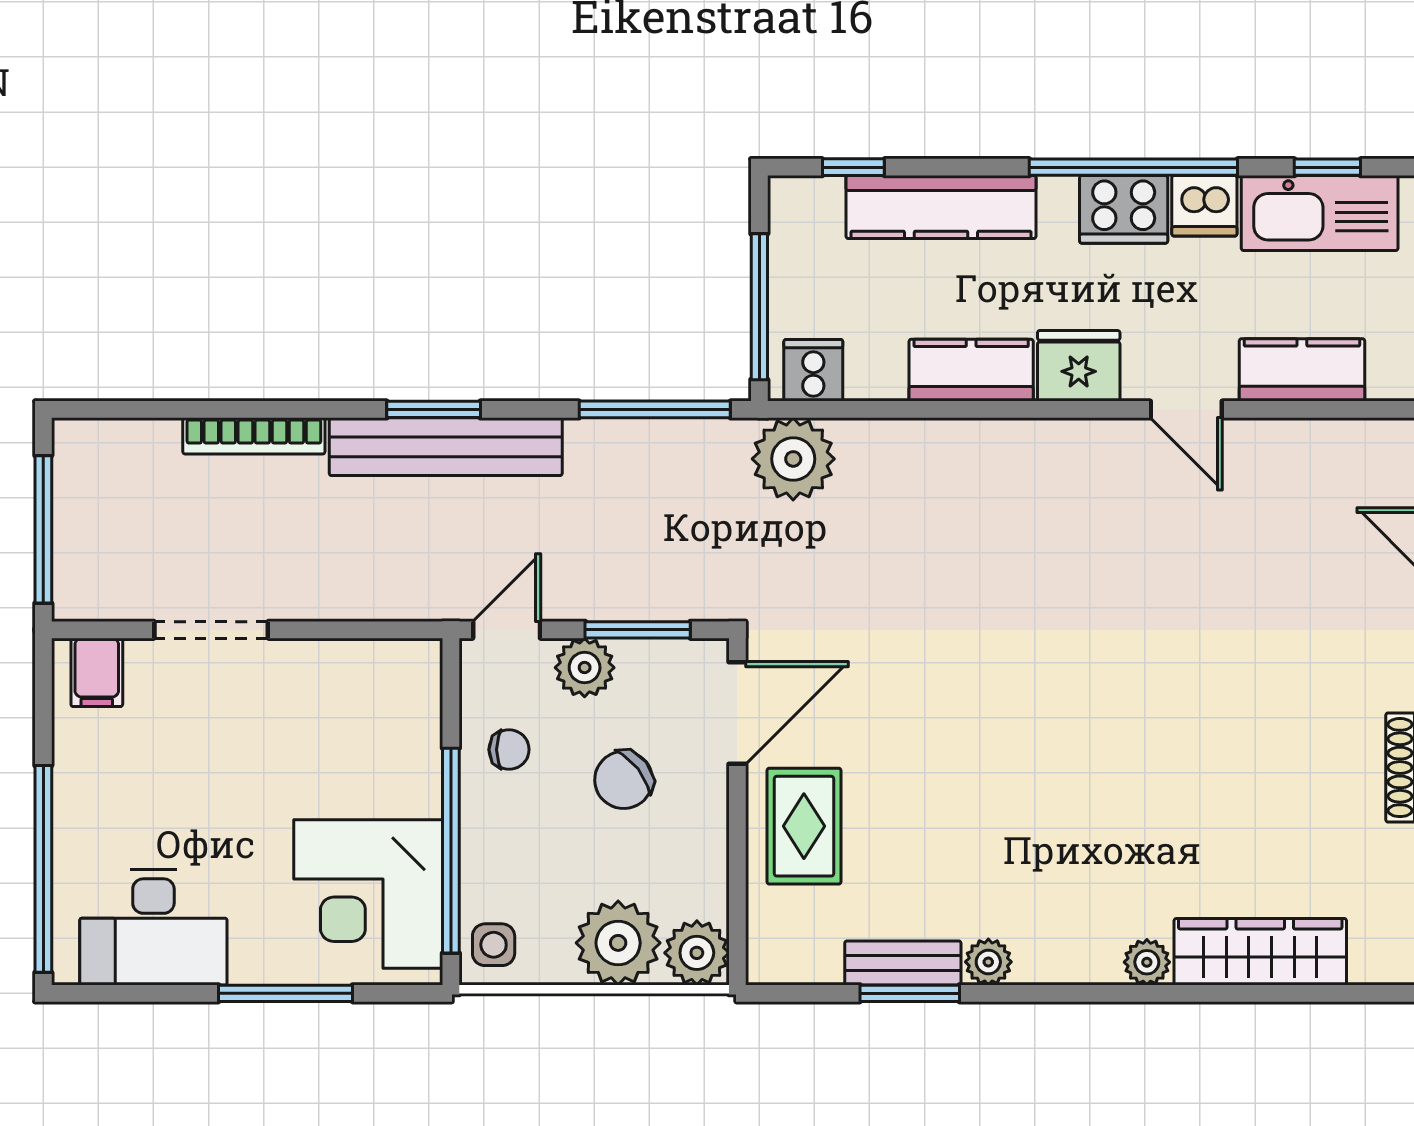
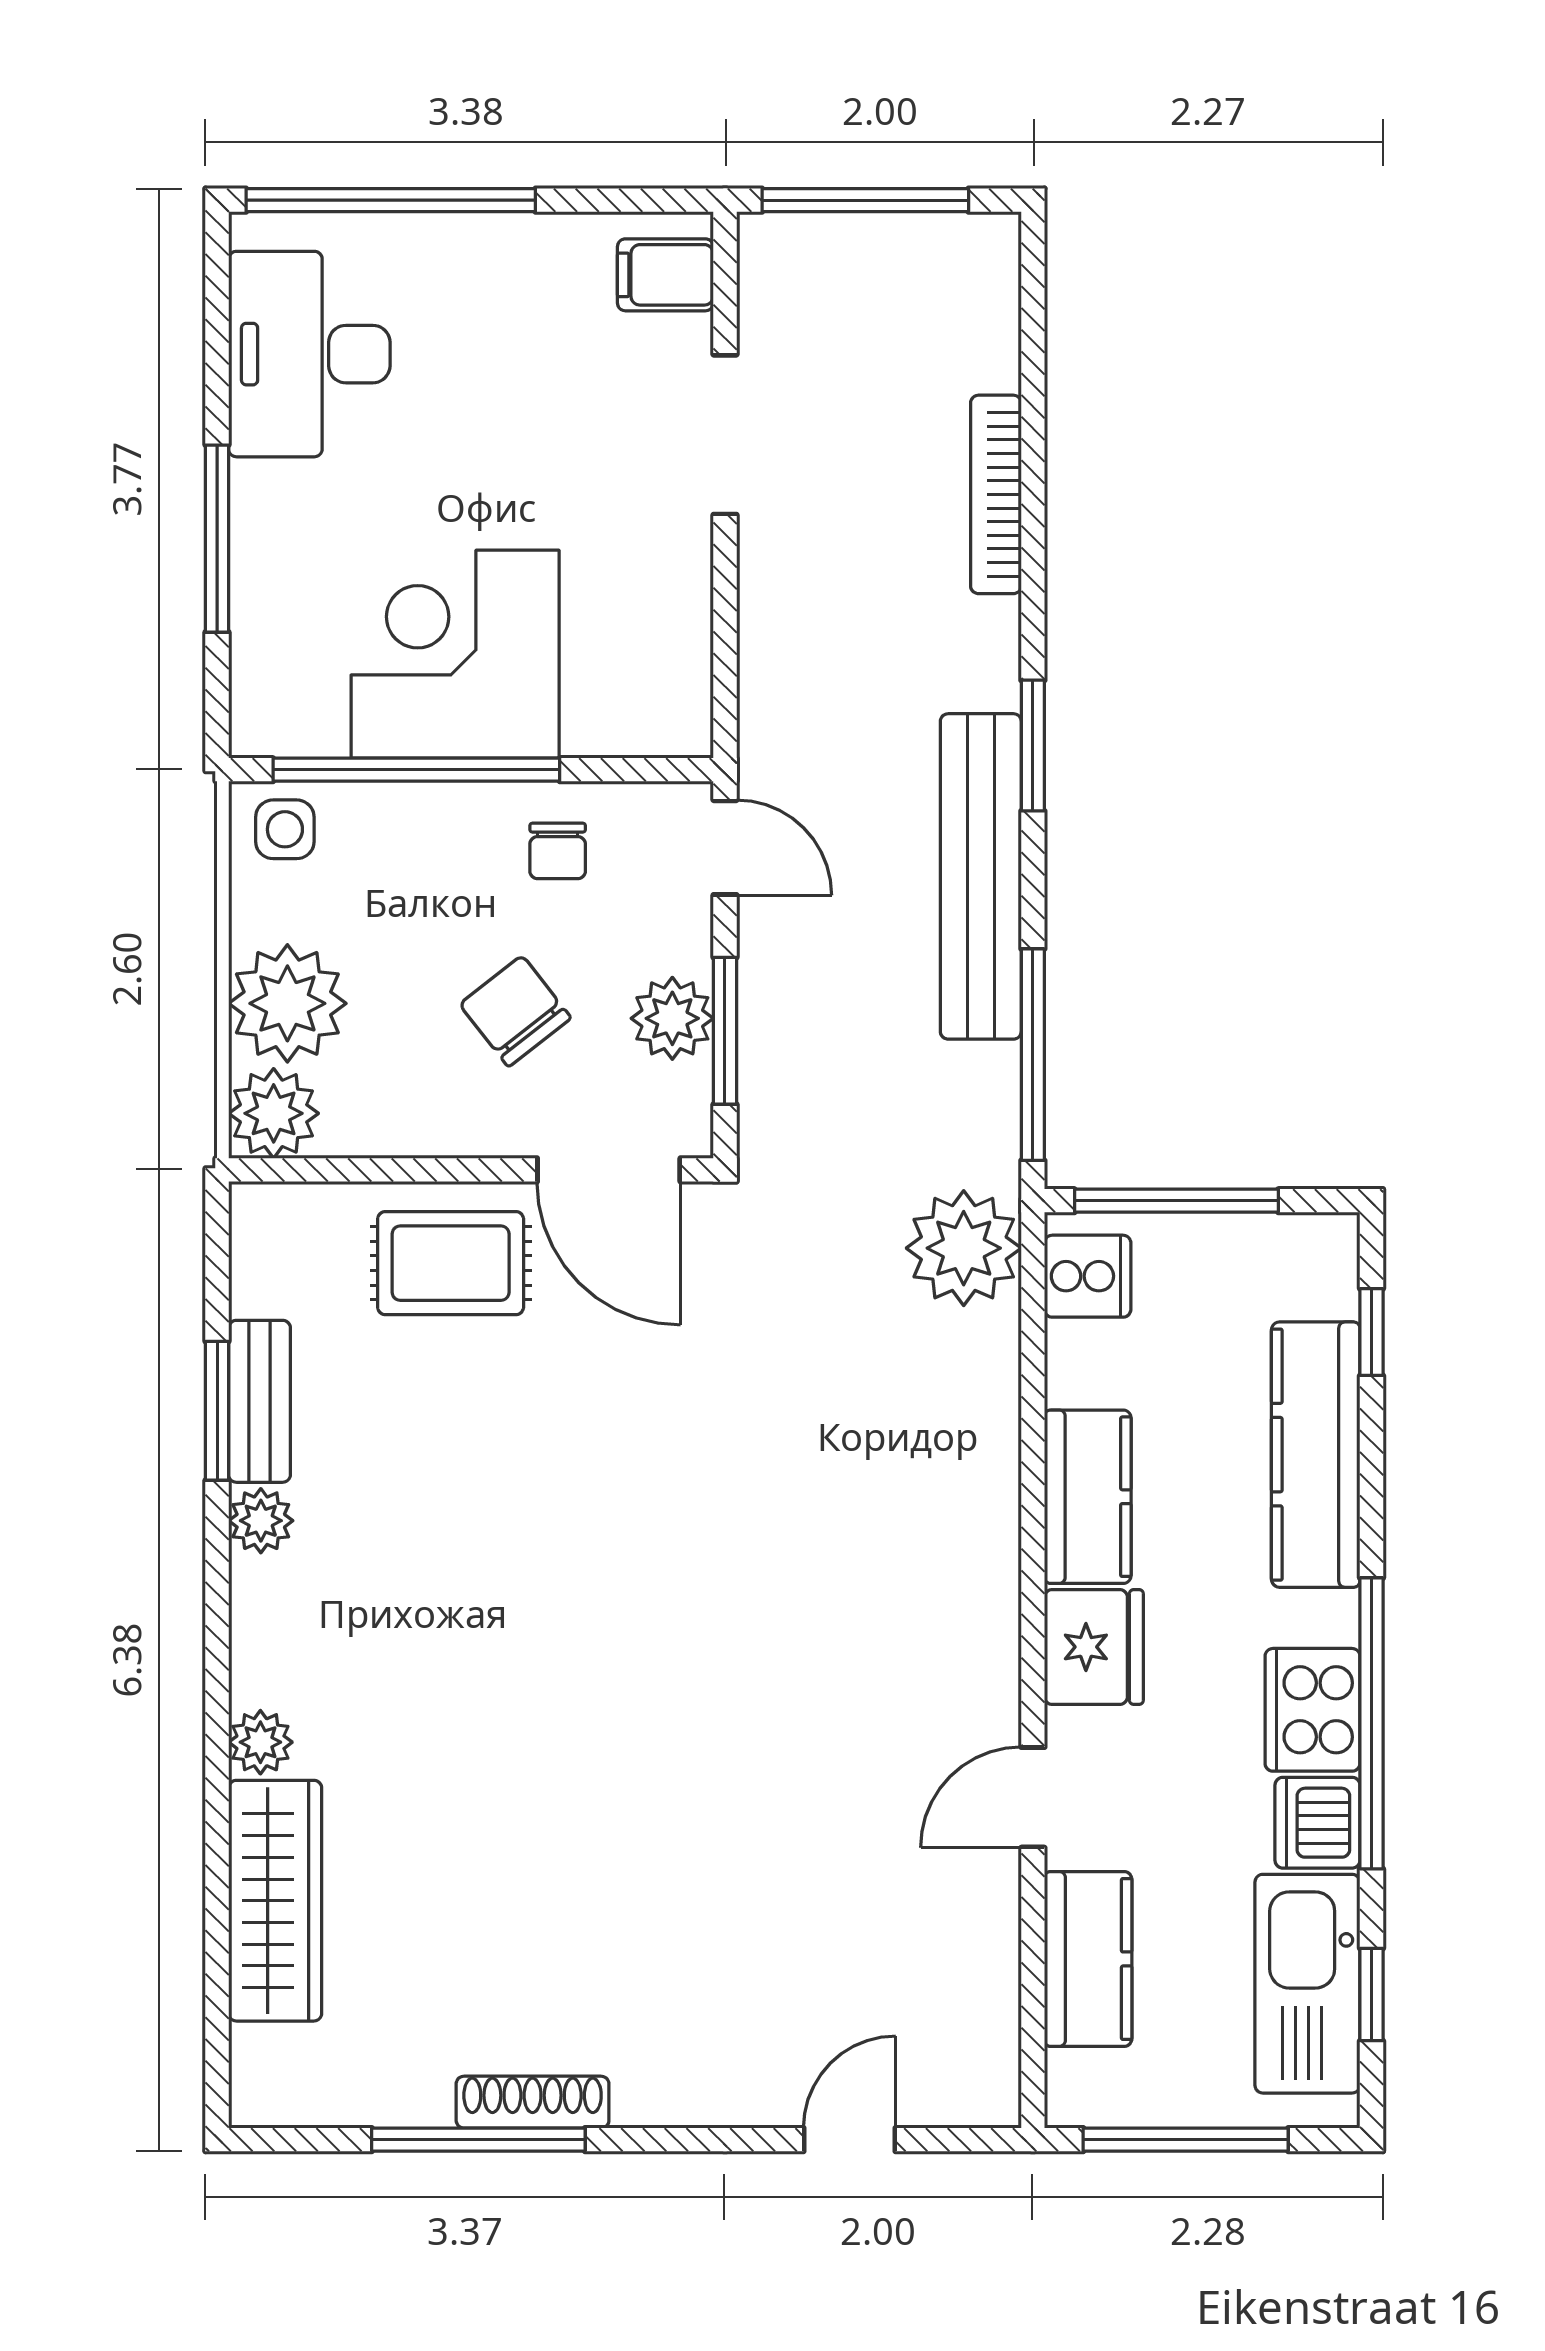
bench: (446, 447) -> (981, 876), moved
plant: (585, 668) -> (672, 1018), moved
corner desk: (368, 894) -> (455, 654), moved

